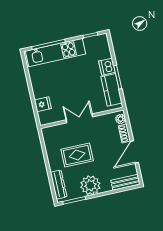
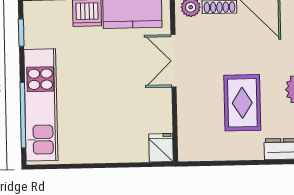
fridge: (43, 104) -> (161, 148), moved
double door: (79, 118) -> (174, 61), moved

